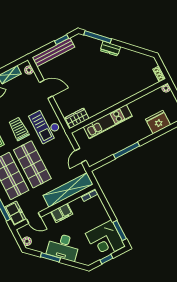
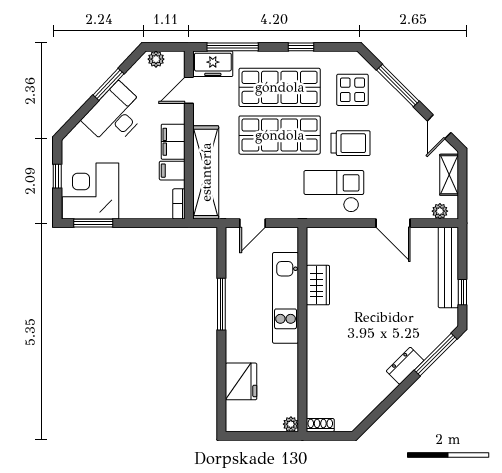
door: (46, 89) -> (393, 223), hinge flipped
wardrobe: (77, 118) -> (318, 285), moved
door: (81, 155) -> (253, 223), swing flipped
filing cabinet: (75, 206) -> (172, 171), added

